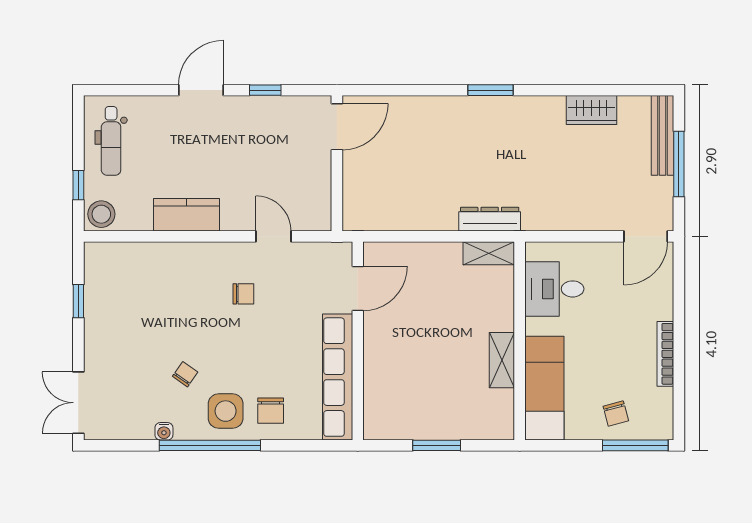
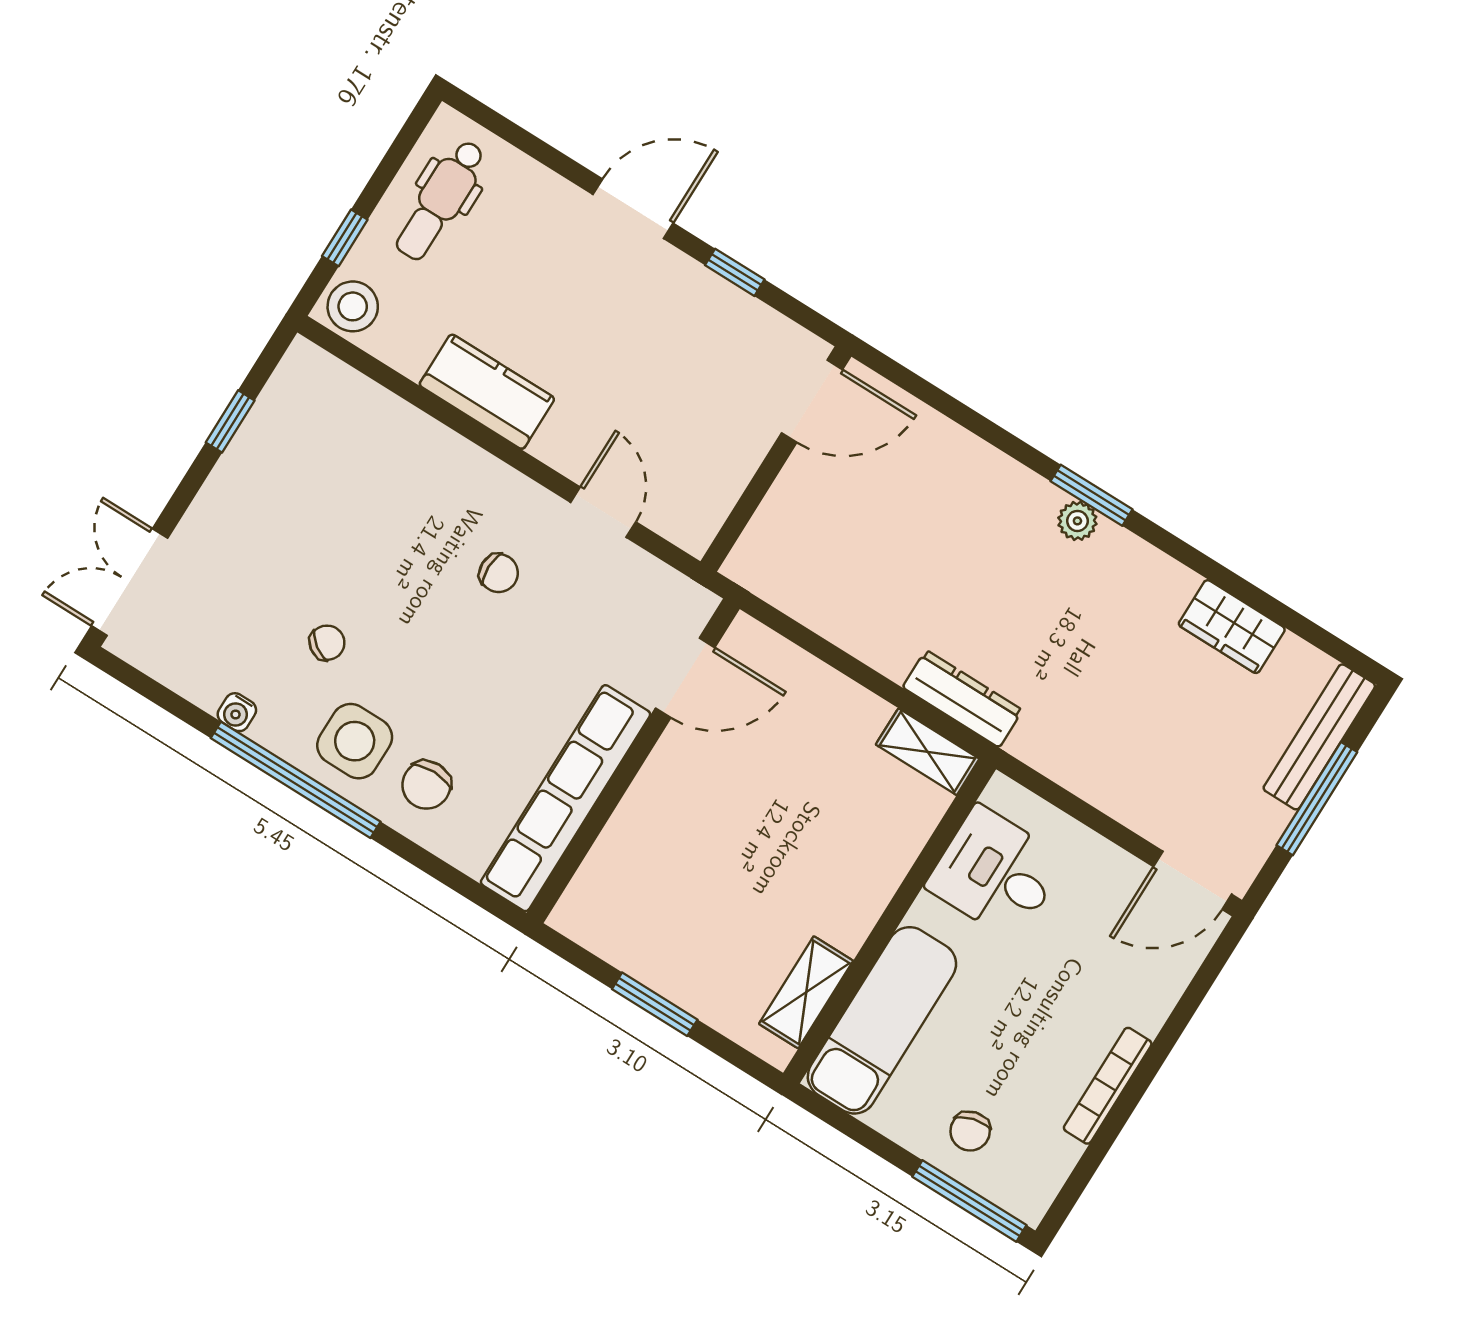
plant: (491, 106) -> (1077, 521), added
shelving: (502, 360) -> (806, 992), moved

